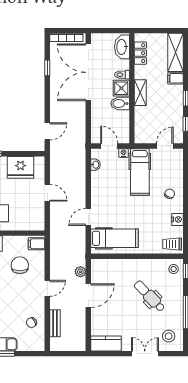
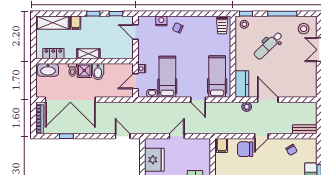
hospital bed: (140, 172) -> (167, 77), moved, turned -90
nightstand: (177, 219) -> (161, 21), moved
chair: (20, 265) -> (245, 149), moved
door: (47, 288) -> (261, 136), swing flipped
bench: (55, 323) -> (305, 129), moved
kitchen counter: (106, 343) -> (242, 84), moved, turned 180

